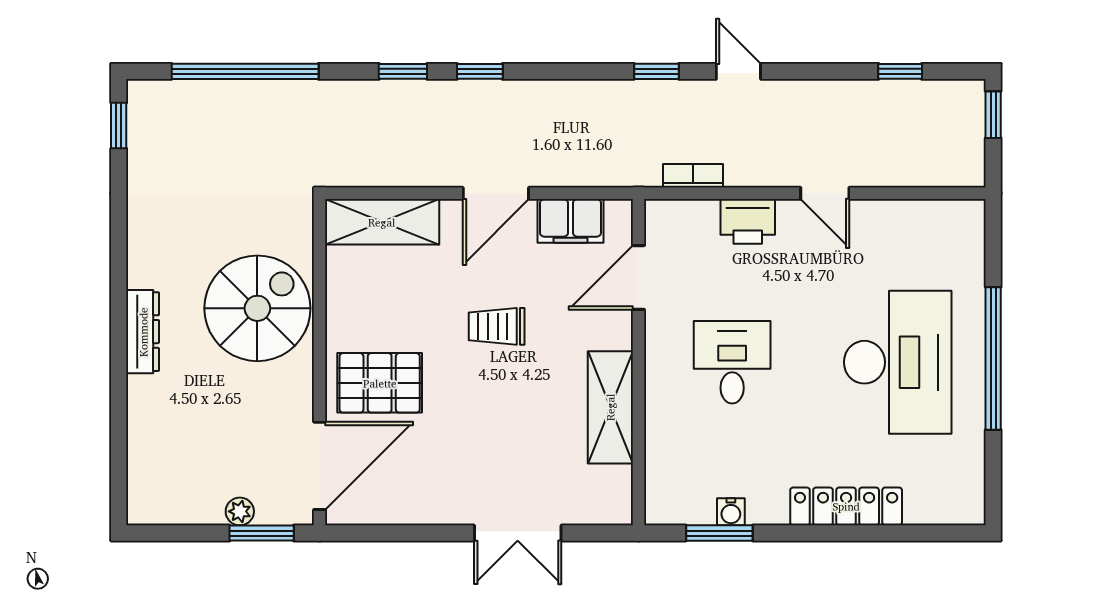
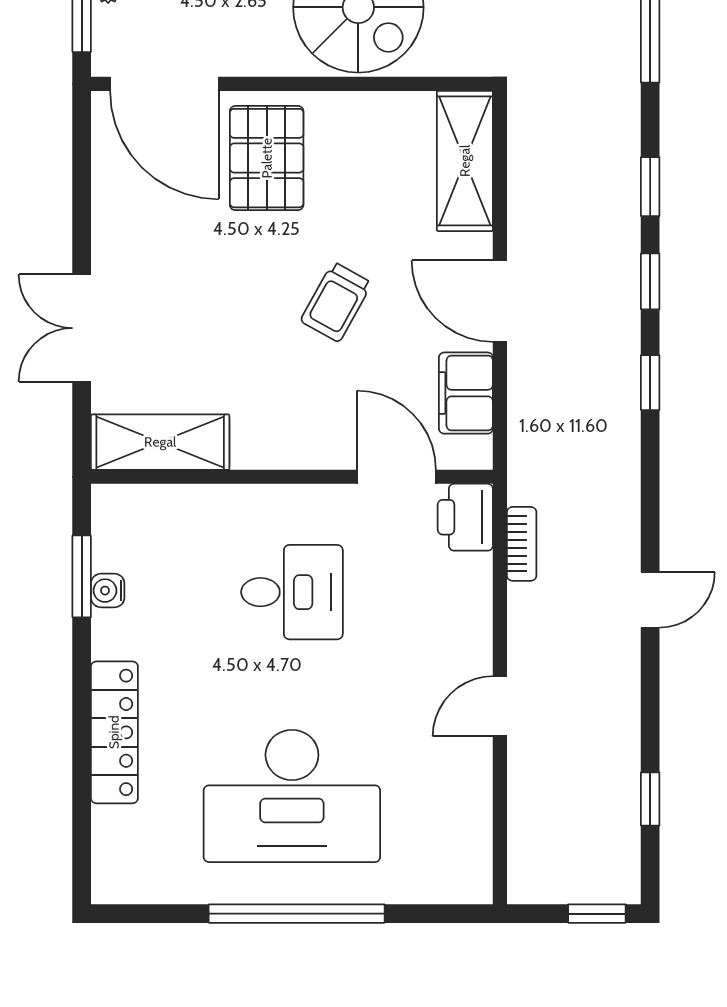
window: (656, 71) -> (650, 383), moved
printer: (748, 221) -> (465, 517), moved
trolley: (497, 326) -> (336, 302), turned -151
shelving: (610, 407) -> (160, 442), moved

